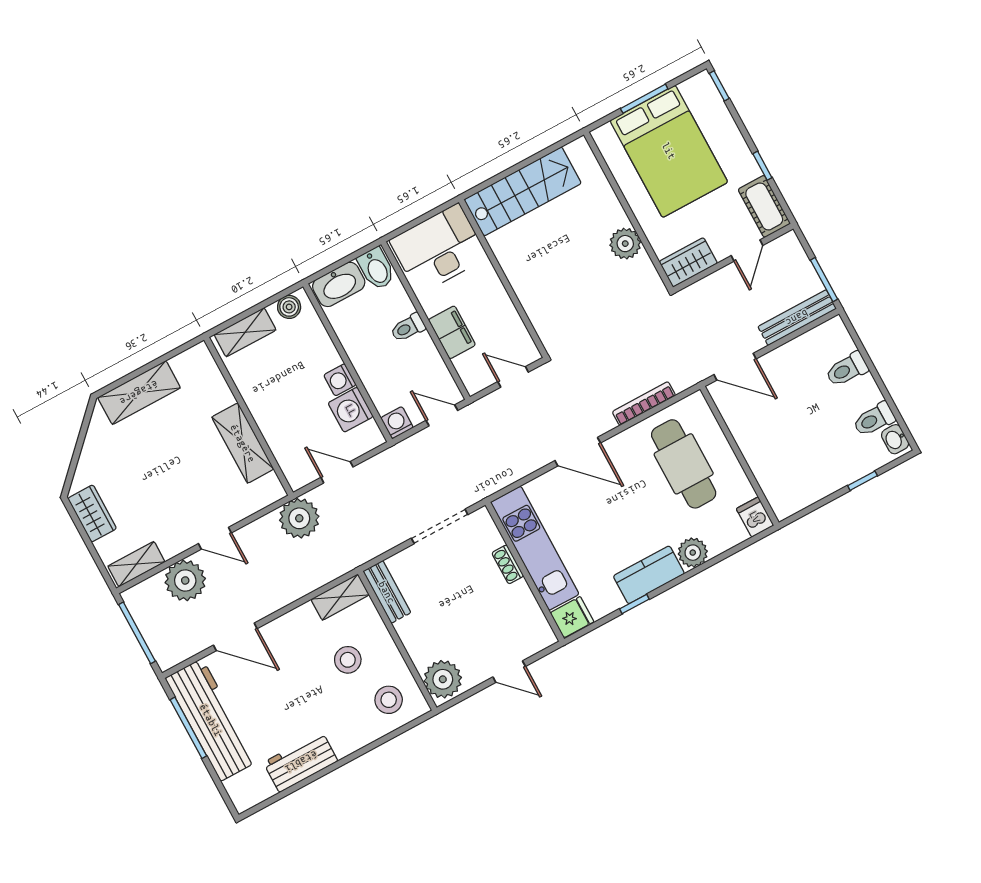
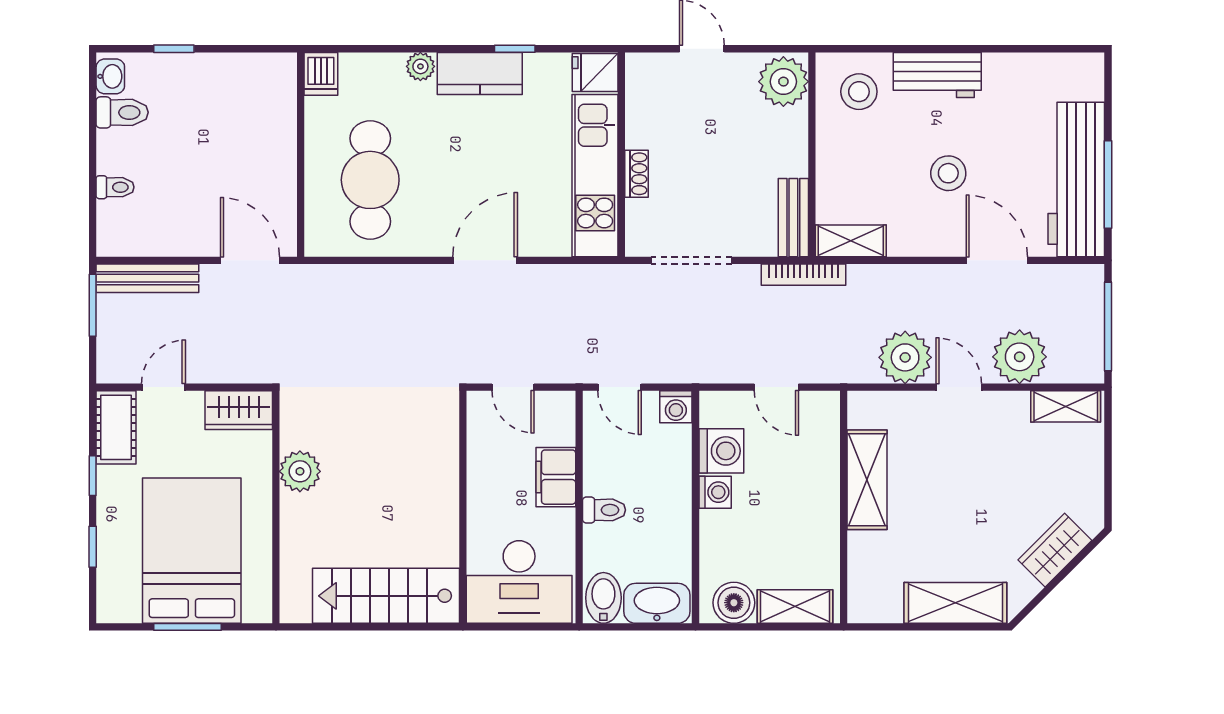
window: (719, 86) -> (93, 547), moved
boiler: (289, 307) -> (734, 603), width x1.36, depth x1.36
toilet: (847, 369) -> (115, 187), width x0.73, depth x0.72
bookcase: (644, 404) -> (804, 275), moved
door: (578, 452) -> (485, 260), hinge flipped
wardrobe: (92, 513) -> (1055, 550), moved, turned 45
plant: (299, 518) -> (905, 357), moved
plant: (693, 553) -> (420, 66), width x0.73, depth x0.73
stool: (348, 660) -> (948, 173), moved
workbench: (301, 762) -> (937, 75), moved

